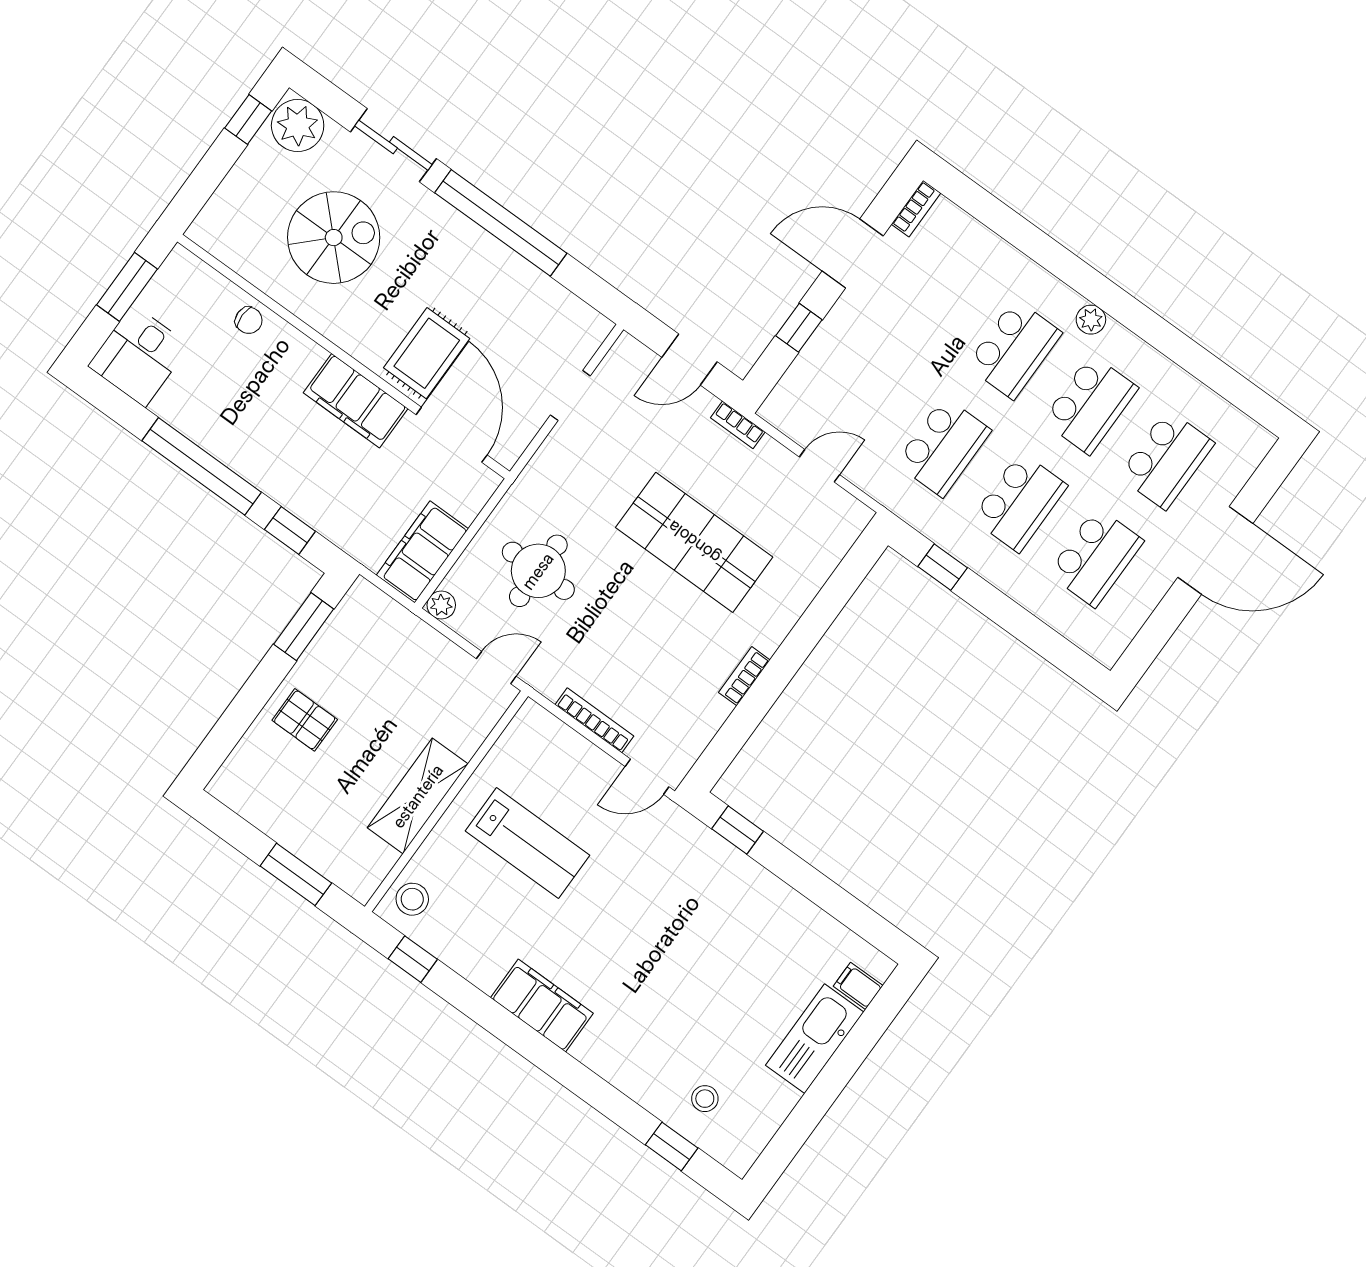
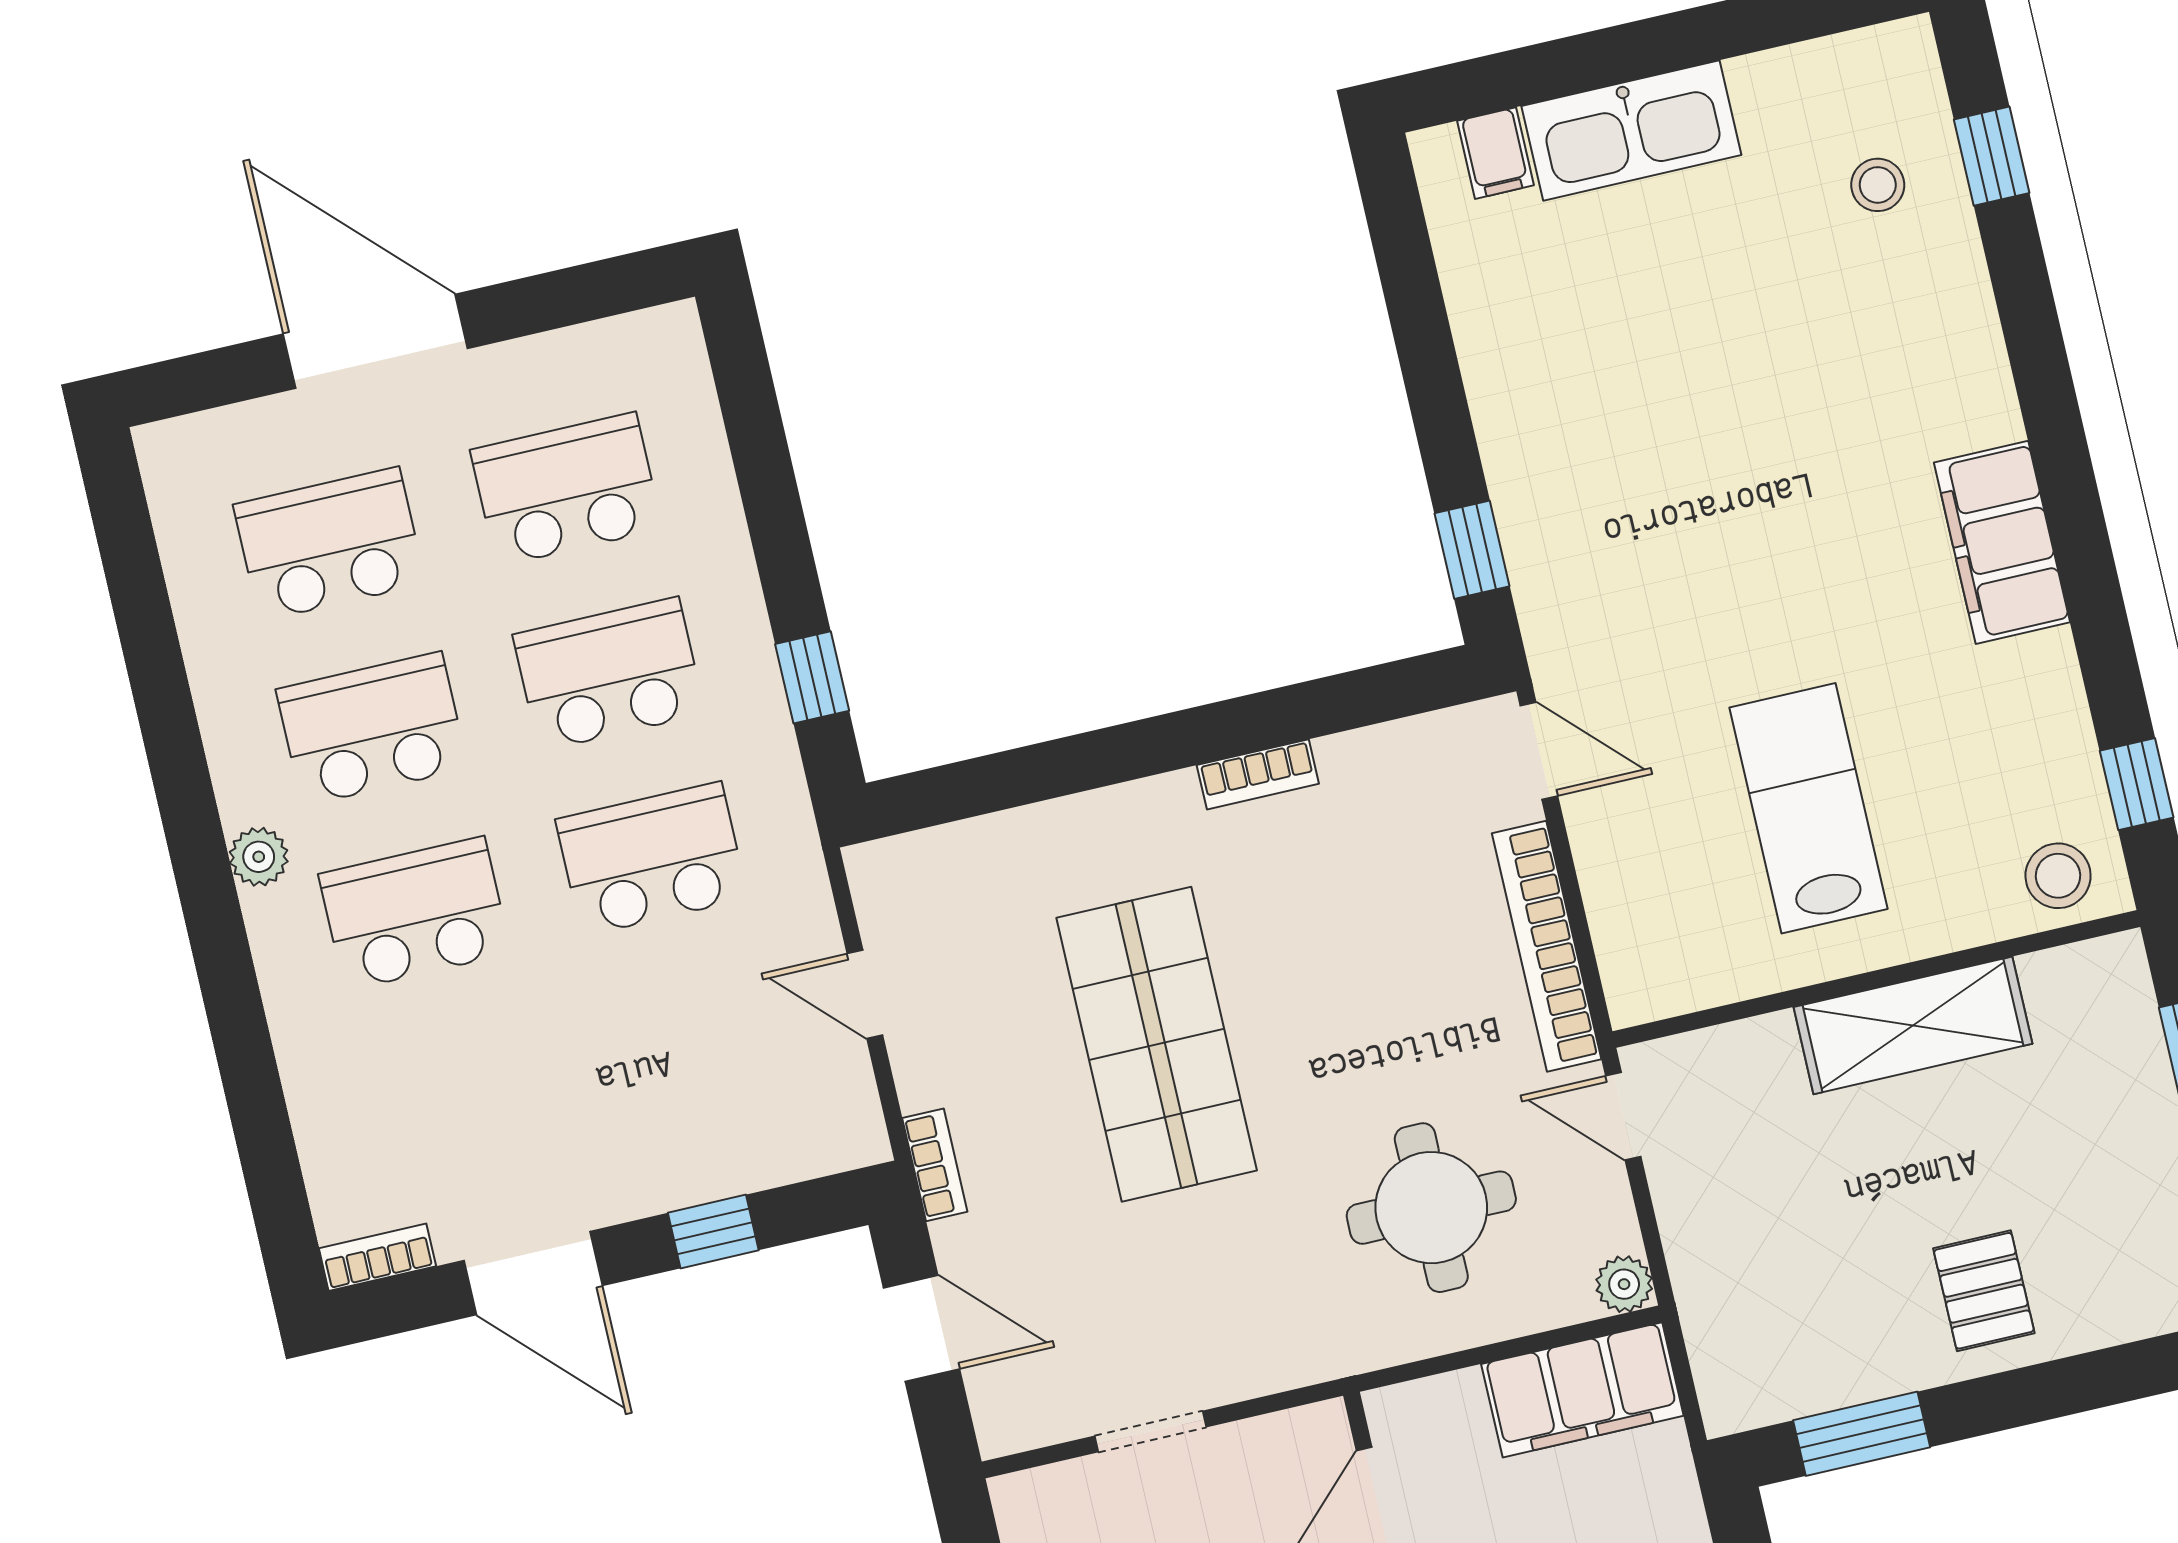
bookcase: (594, 720) -> (1547, 946), width x1.48, depth x1.31

